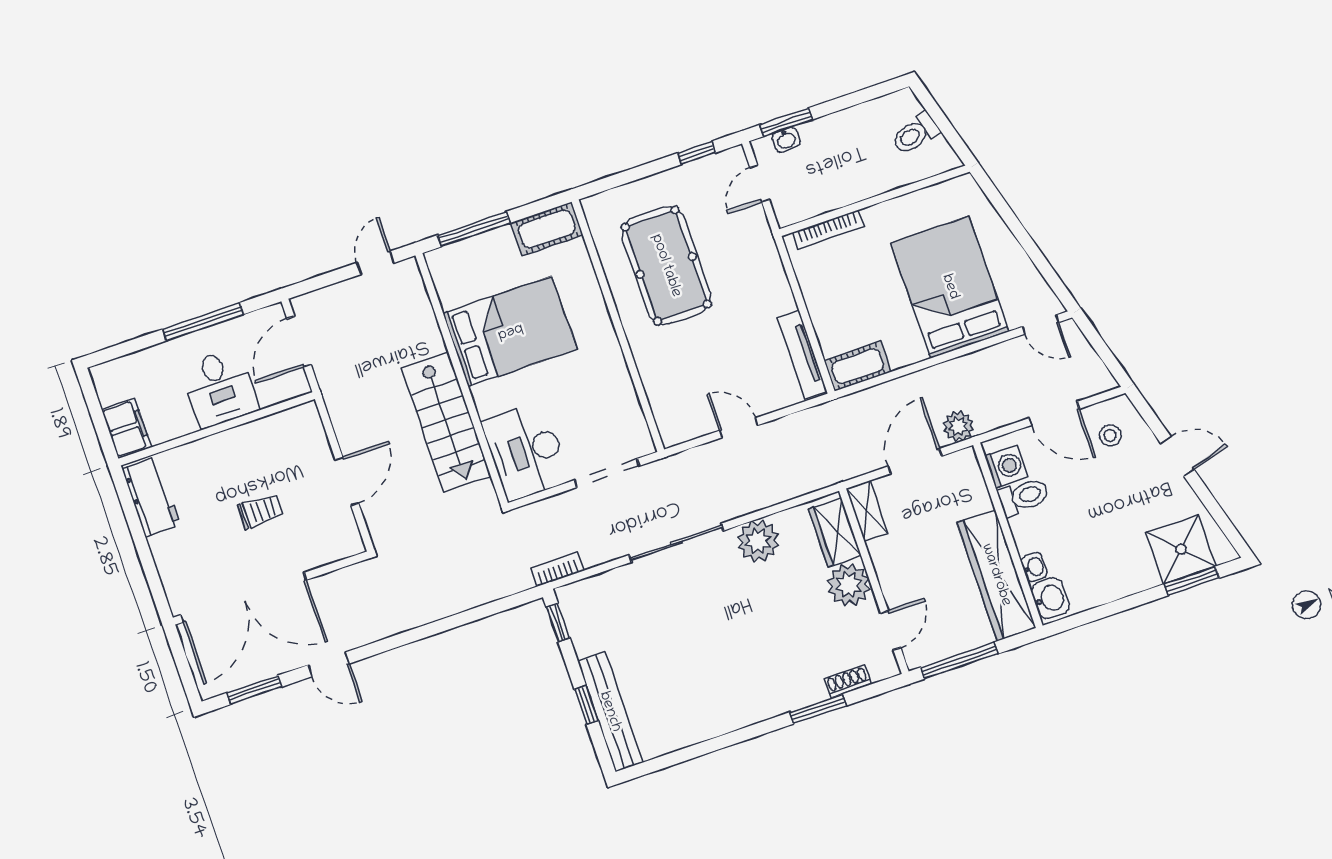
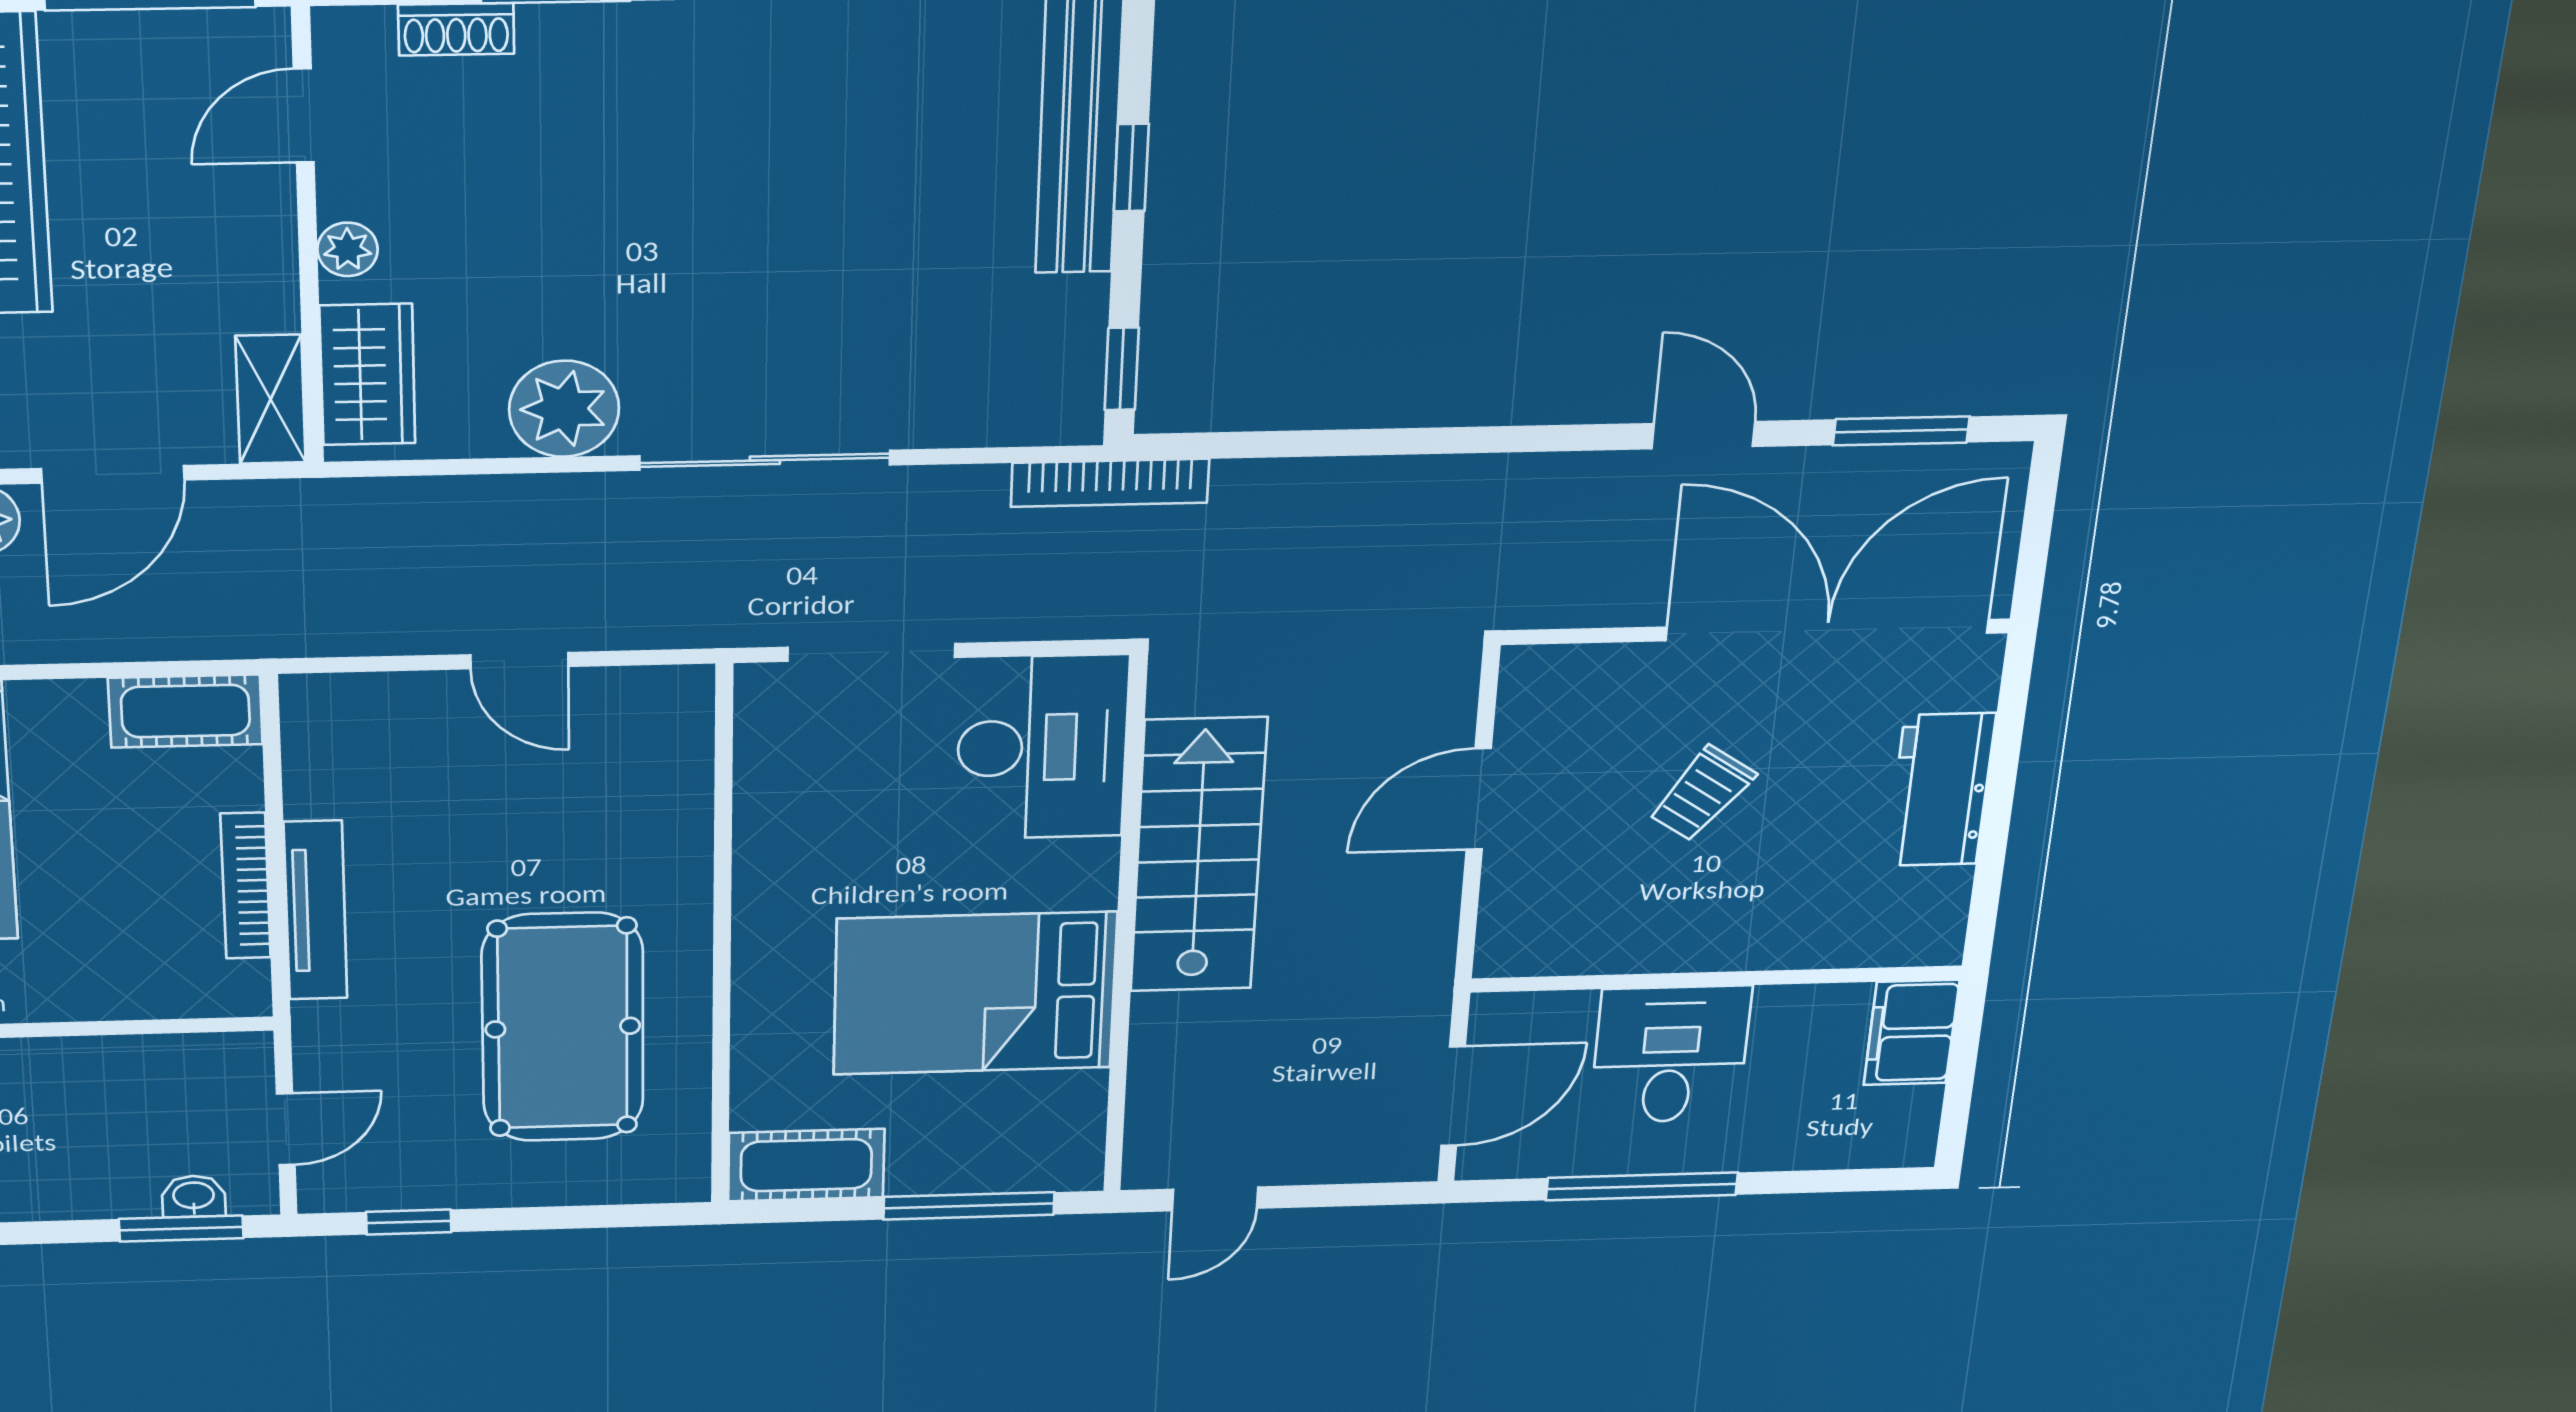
bookcase: (828, 230) -> (246, 886), moved, turned -90
tv unit: (802, 355) -> (315, 910), moved
workbench: (151, 496) -> (1941, 790), moved
trolley: (260, 511) -> (1702, 794), turned -55
bookcase: (557, 569) -> (1110, 483), width x1.56
plant: (849, 585) -> (348, 249), width x0.53, depth x0.53

